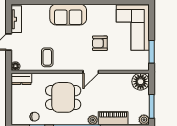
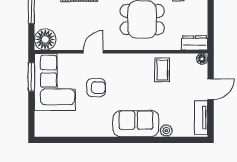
plant: (44, 9) -> (166, 131), added
corner sofa: (133, 28) -> (55, 82), moved
door: (91, 72) -> (93, 52), moved

